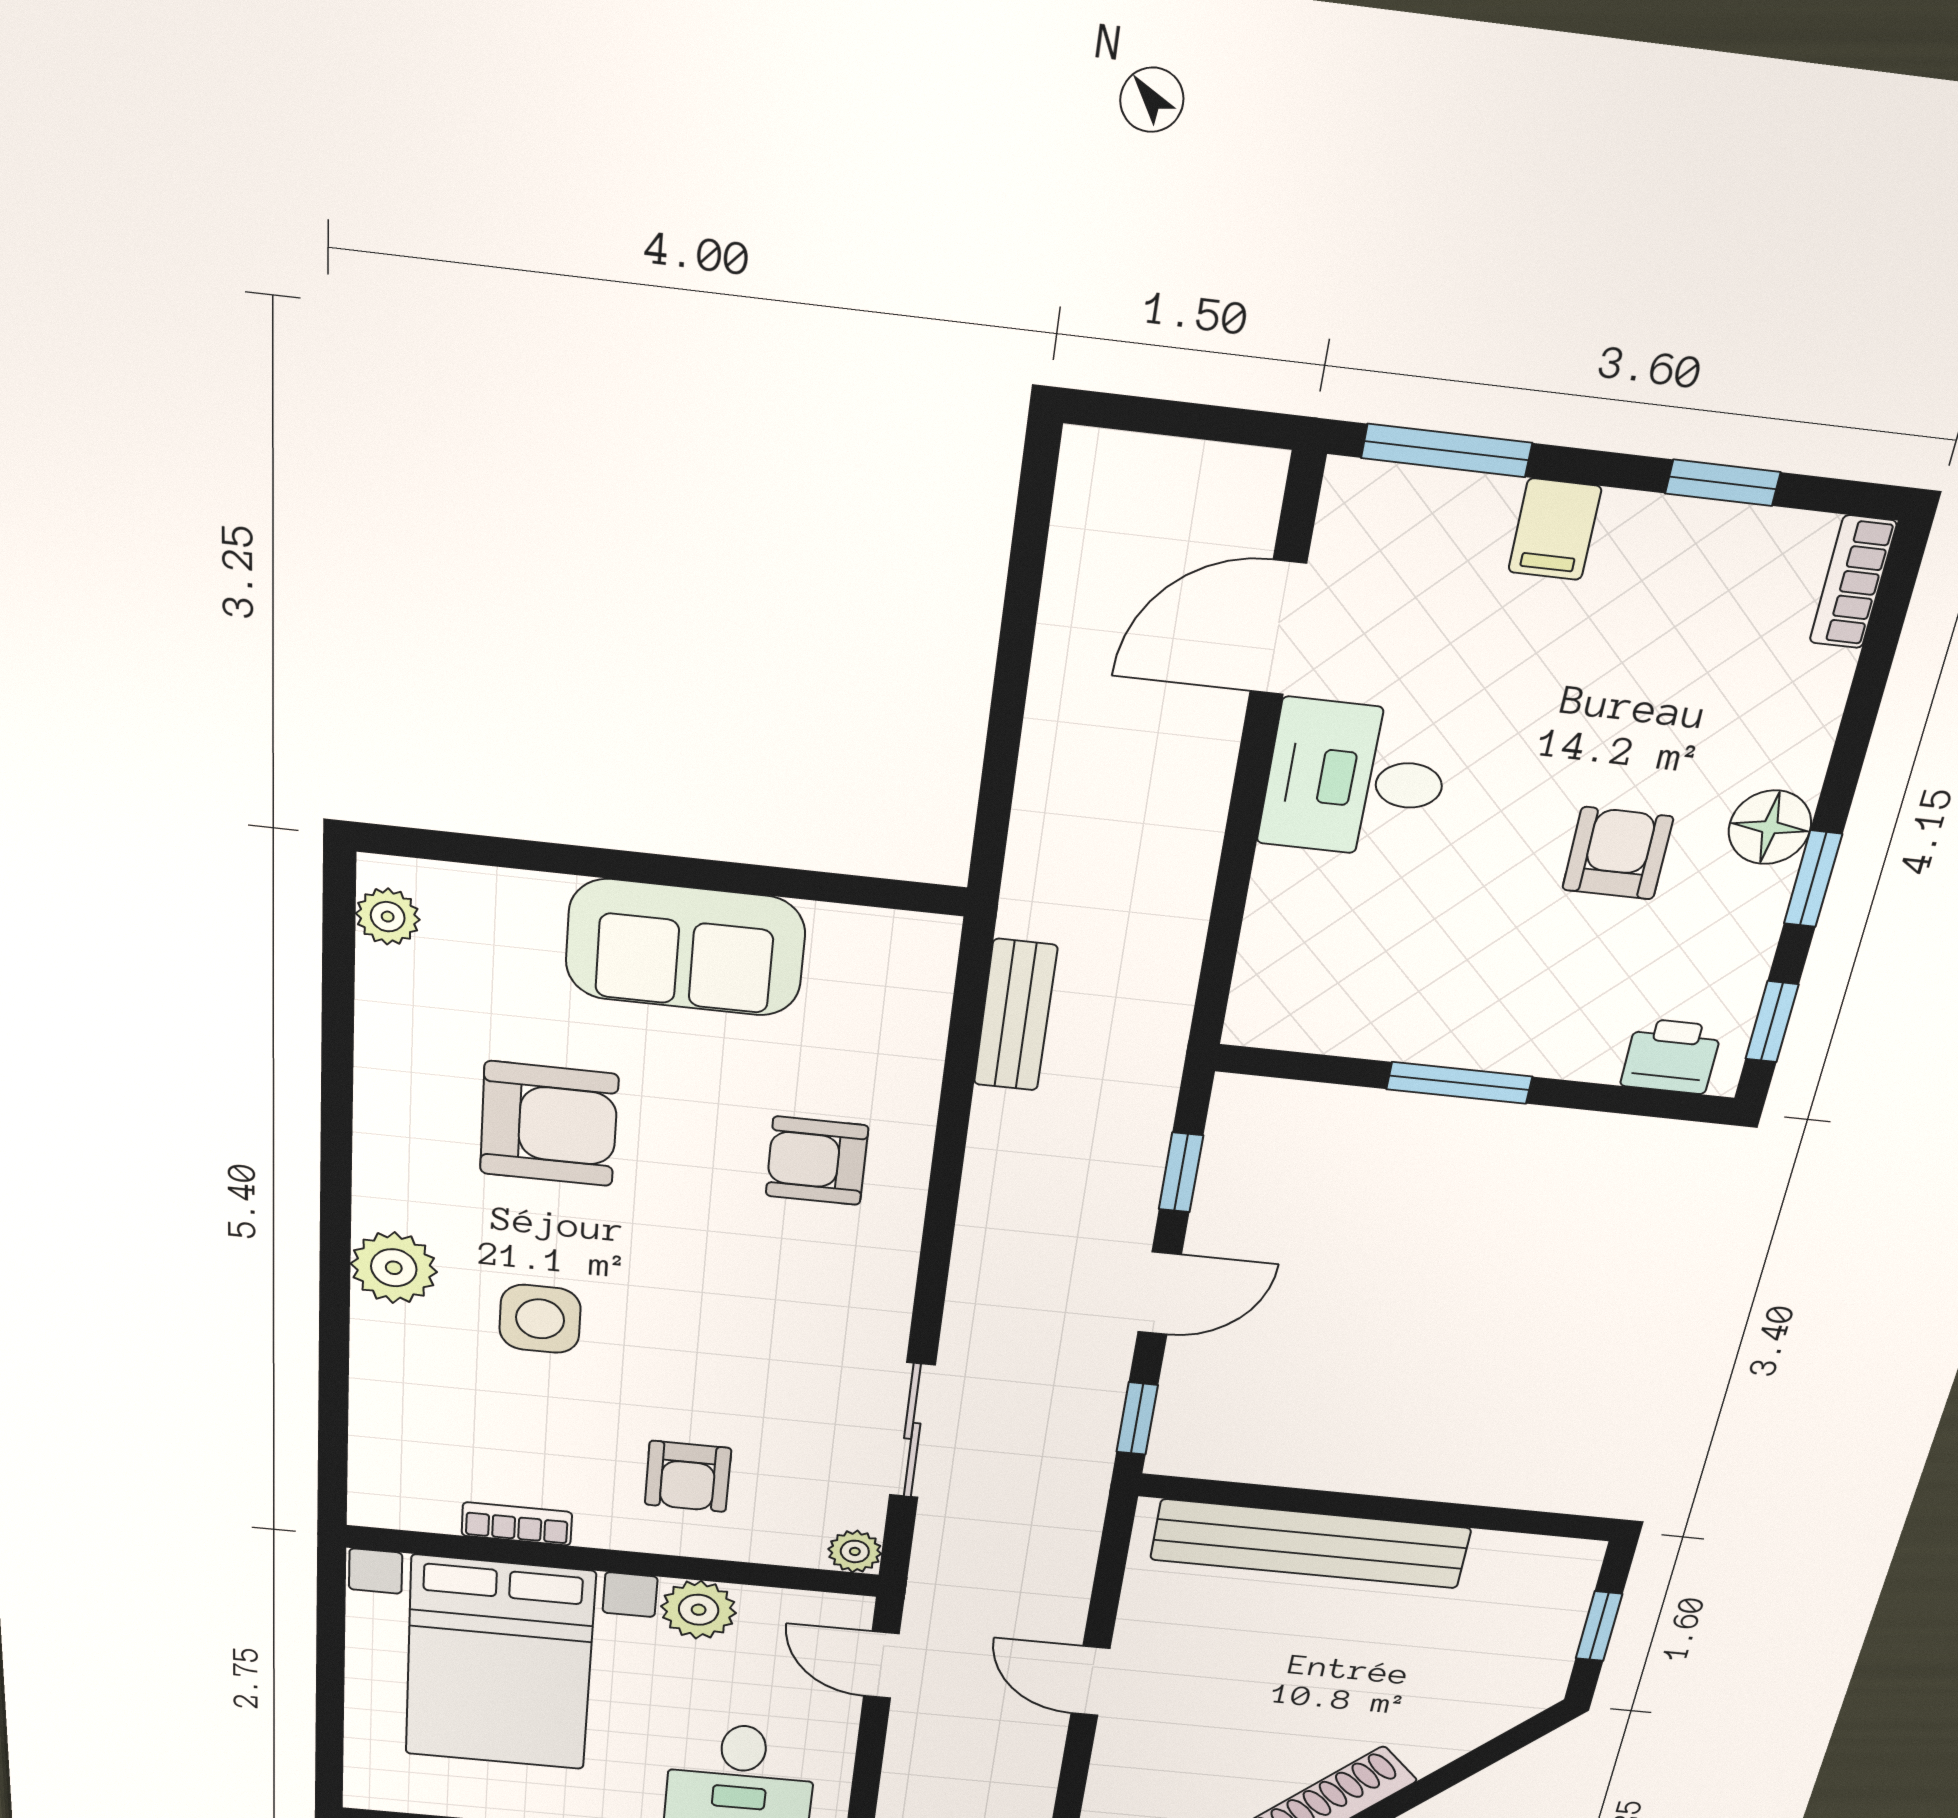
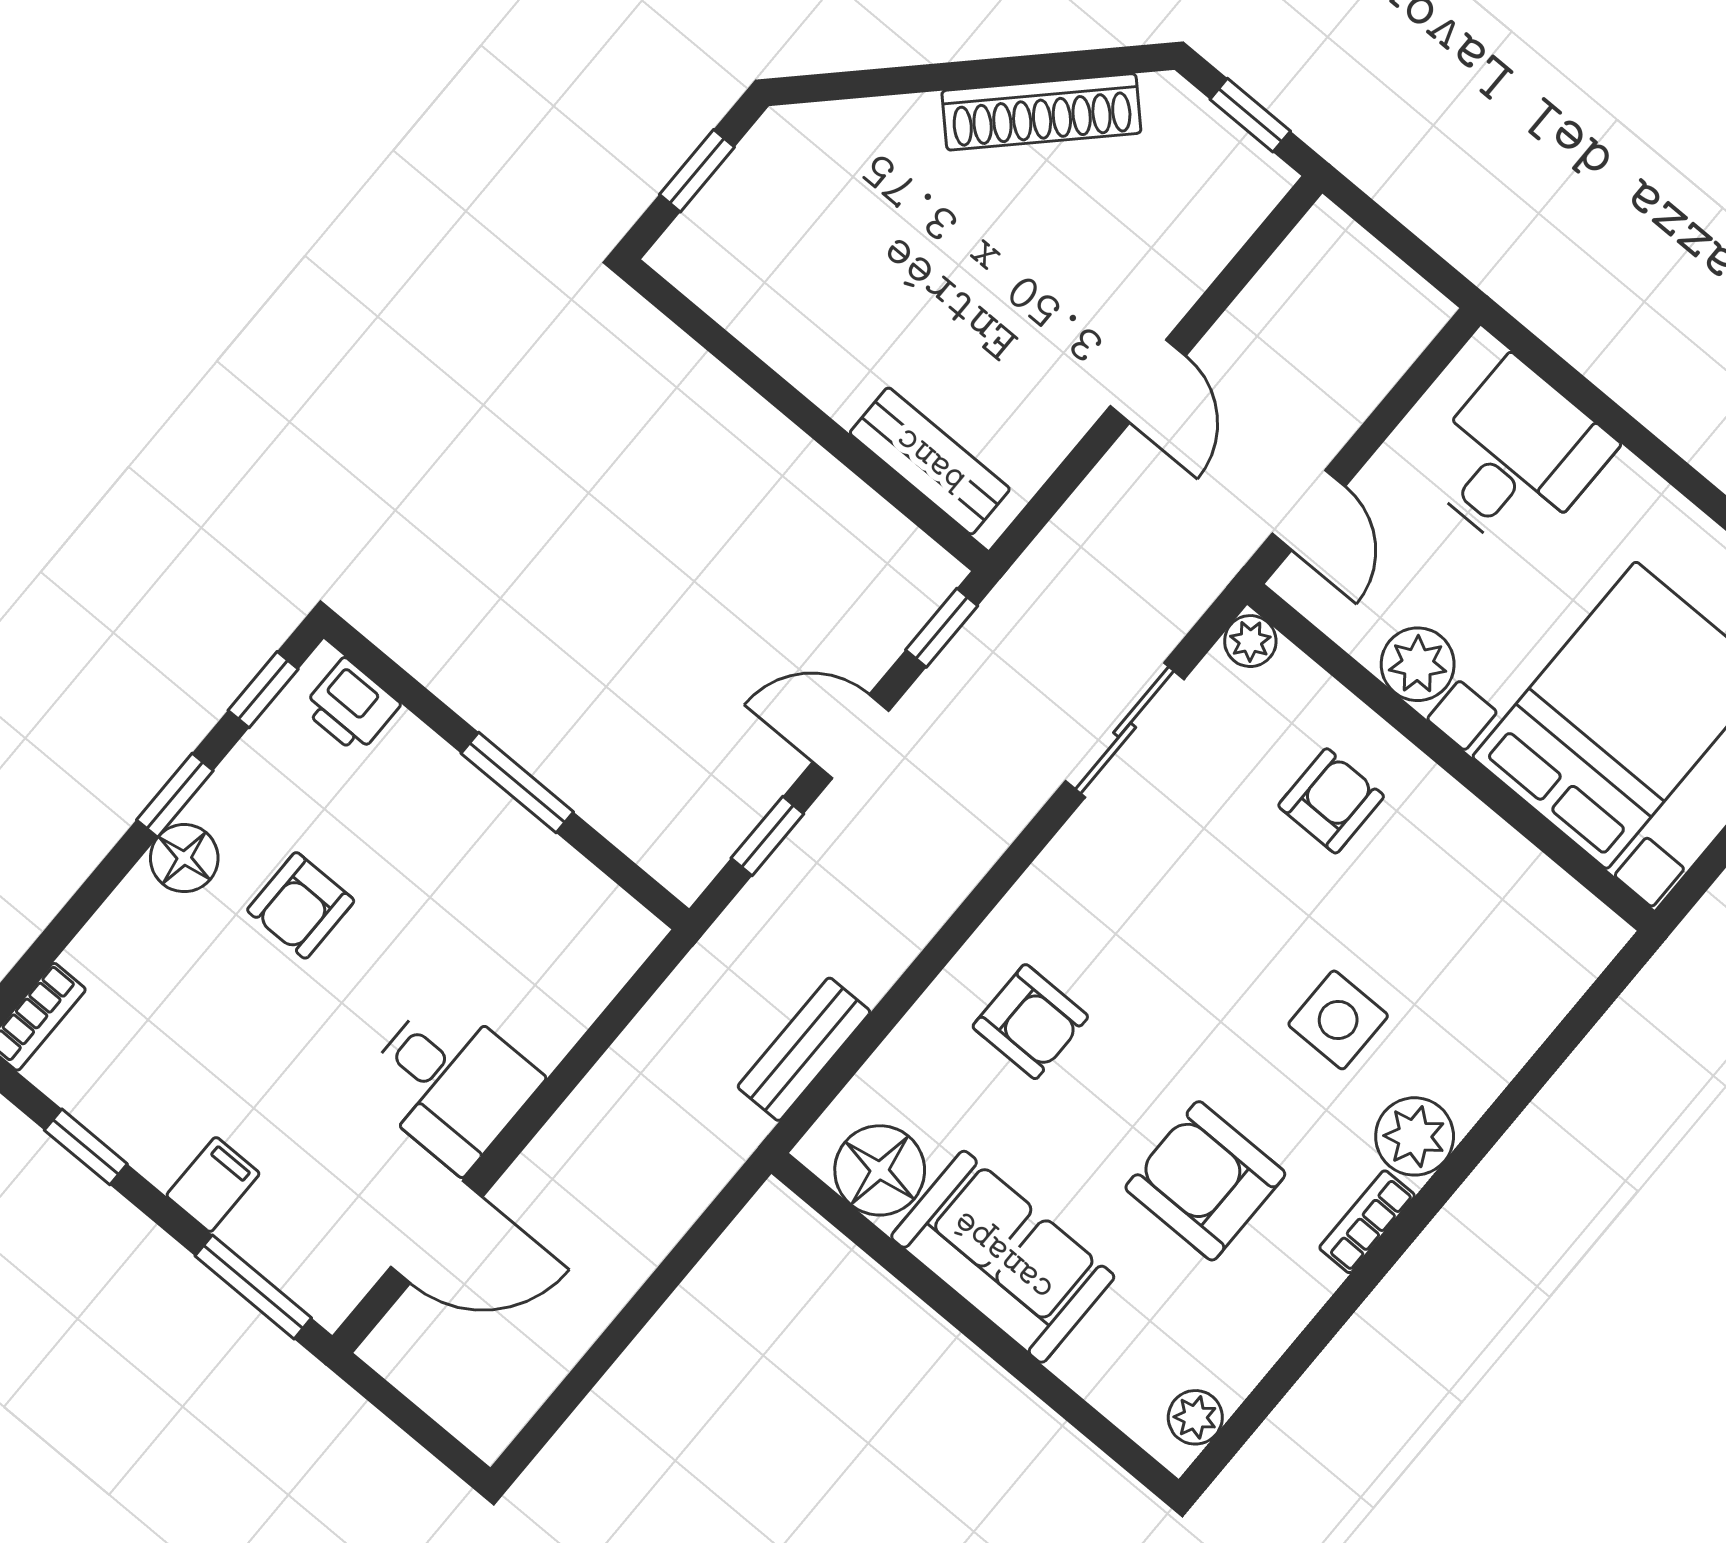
floor lamp: (863, 953) -> (880, 1170), added
bookcase: (517, 1524) -> (1367, 1222), moved, turned 90
bench: (1310, 1544) -> (930, 461), width x0.54, depth x0.82

